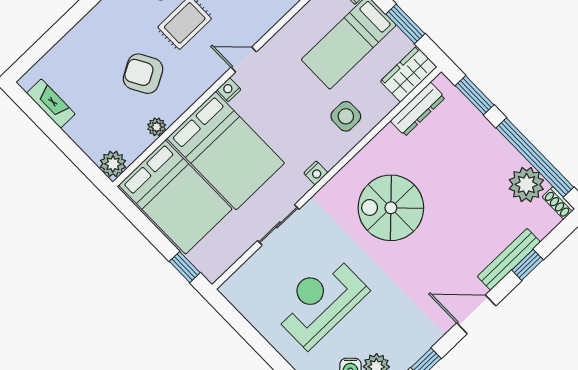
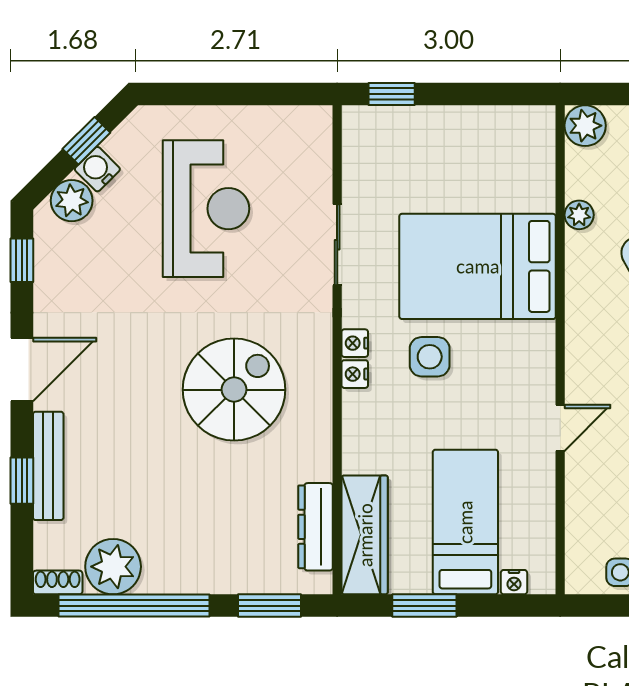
door: (244, 59) -> (560, 428), moved
wardrobe: (409, 74) -> (365, 535), width x1.50
nightstand: (229, 90) -> (355, 374), moved, turned 180
side table: (346, 116) -> (430, 357), moved
bed: (175, 197) -> (480, 160), removed

